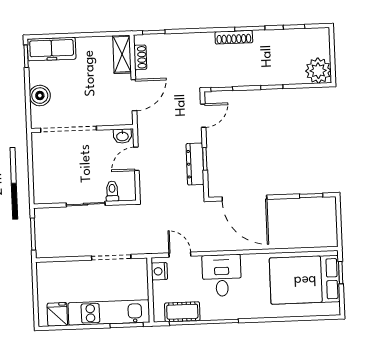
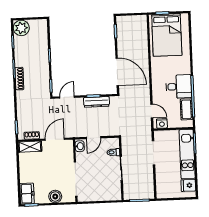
freezer: (52, 49) -> (27, 194), width x0.71
plant: (318, 71) -> (21, 28), moved
door: (134, 95) -> (55, 139), hinge flipped
door: (203, 116) -> (67, 97), hinge flipped
door: (136, 159) -> (94, 138), hinge flipped
door: (244, 198) -> (117, 72), hinge flipped
door: (180, 255) -> (152, 111), swing flipped
desk: (222, 275) -> (179, 87), moved, turned 180

